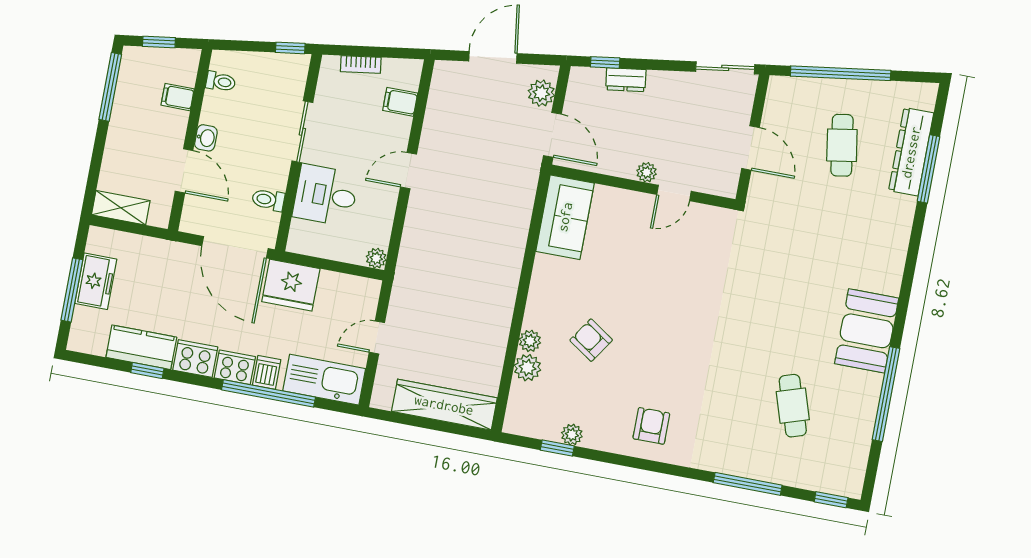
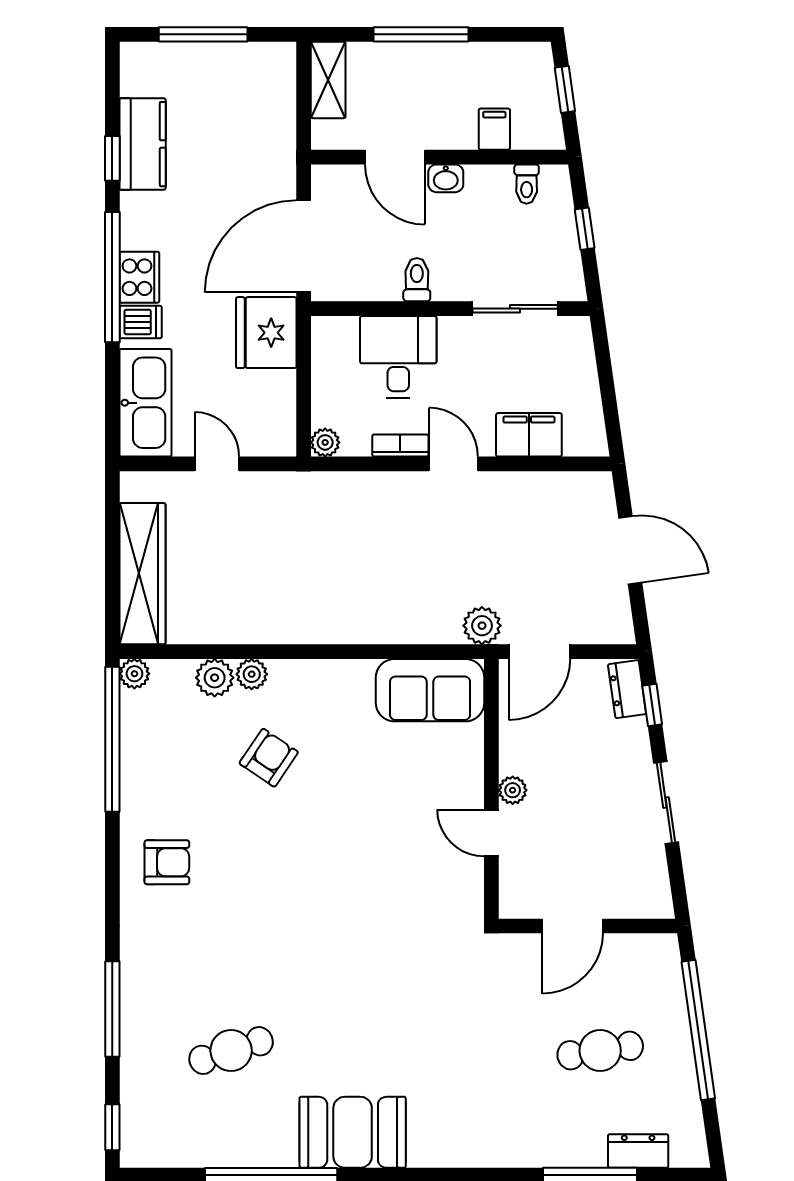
window: (290, 48) -> (585, 229), moved
bookcase: (361, 64) -> (400, 446), moved, turned 98
sliding door: (725, 68) -> (666, 803), moved
dresser: (626, 80) -> (627, 689), moved
window: (110, 87) -> (421, 34), moved
plant: (541, 93) -> (482, 626), moved
filing cabinet: (400, 102) -> (529, 435), width x2.00
sliding door: (302, 132) -> (515, 309), moved
dresser: (911, 152) -> (638, 1151), width x0.51, depth x0.80
door: (184, 171) -> (395, 157), hinge flipped
toilet: (268, 200) -> (417, 280), moved
freezer: (96, 281) -> (221, 65), removed
cooker: (195, 358) -> (141, 221), removed
window: (269, 393) -> (112, 277), moved
plant: (572, 435) -> (134, 674), moved
window: (557, 448) -> (112, 739), width x3.17

